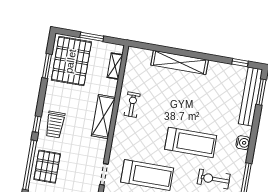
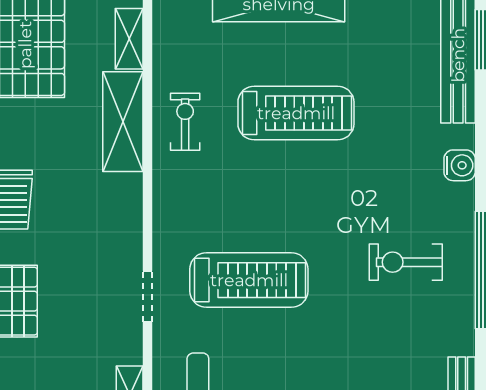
shelving: (103, 117) -> (123, 122), moved
treadmill: (191, 142) -> (296, 113), moved

